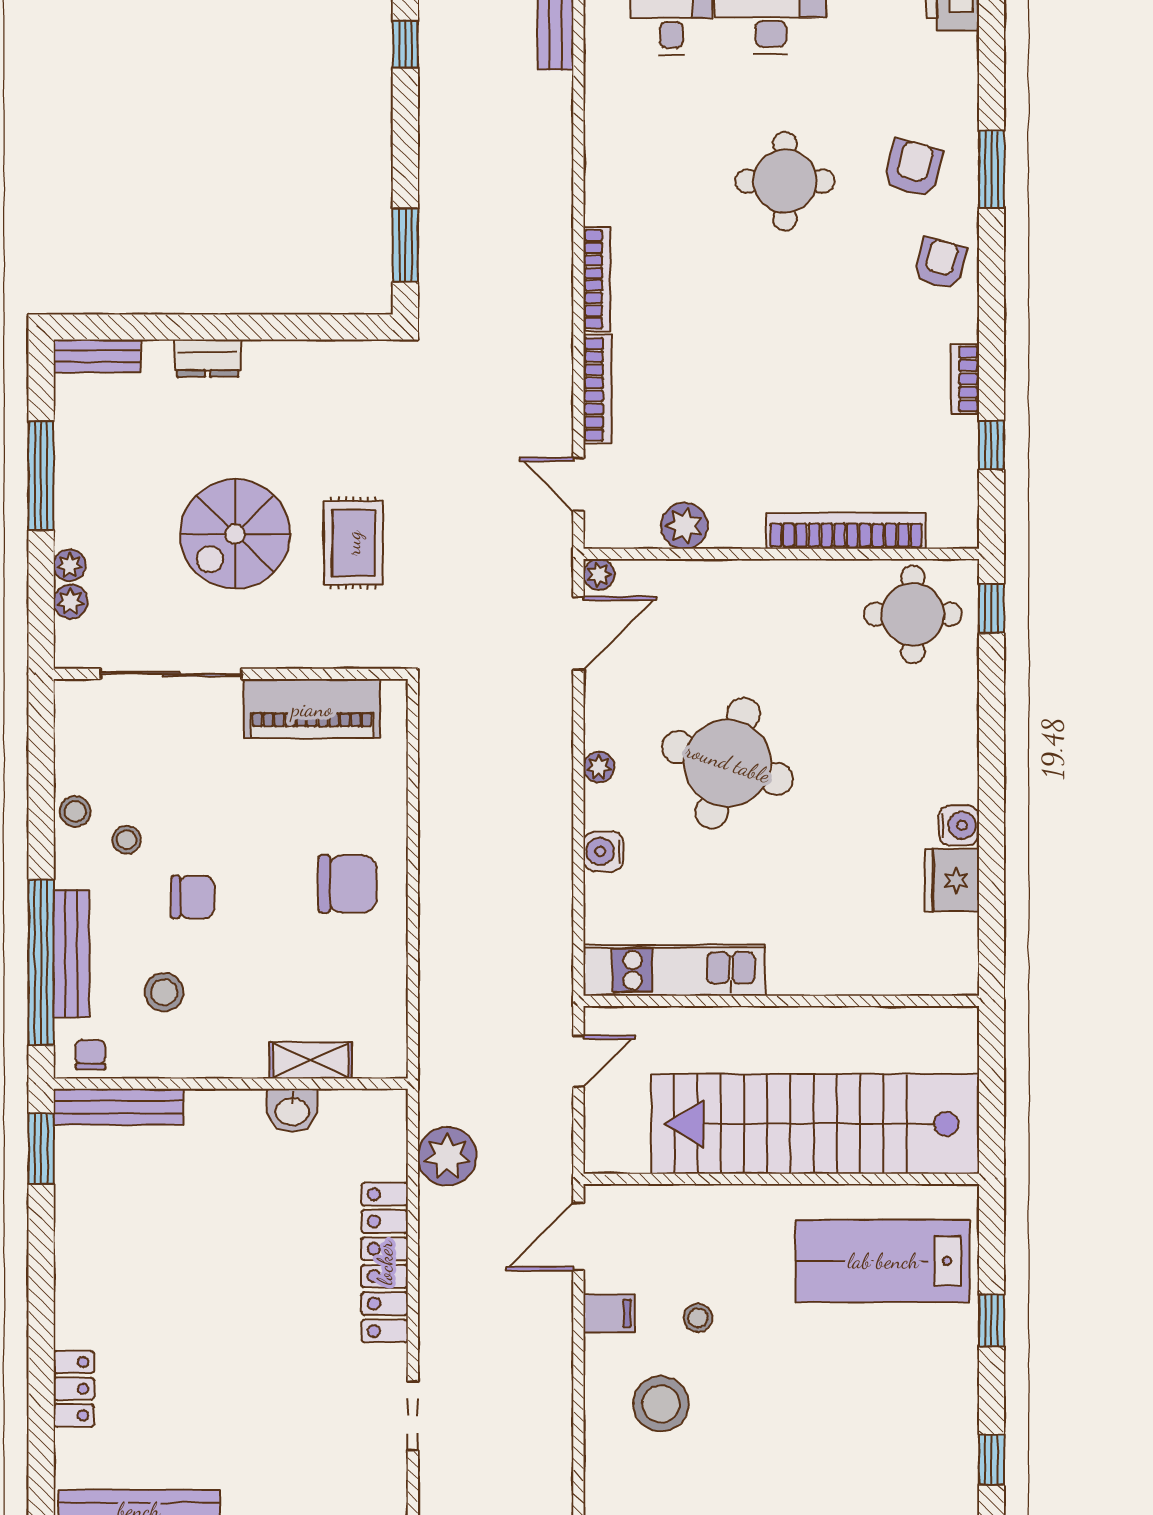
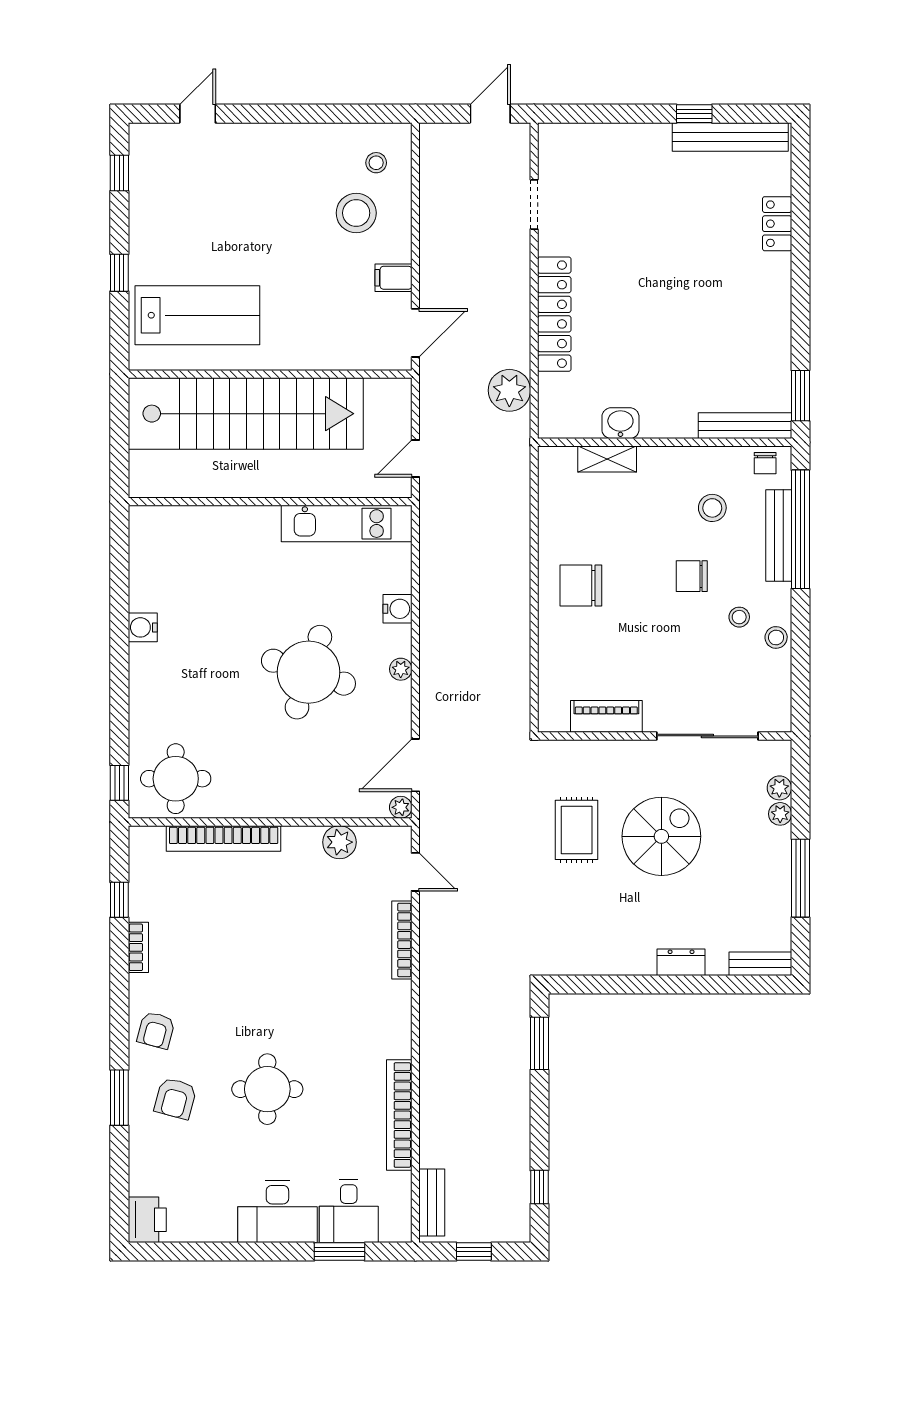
bookcase: (597, 279) -> (399, 1115), moved, width x1.48, depth x1.31
piano: (312, 709) -> (606, 716), width x0.73, depth x0.75
fridge: (952, 880) -> (148, 588), removed
stool: (698, 1318) -> (376, 163), moved

